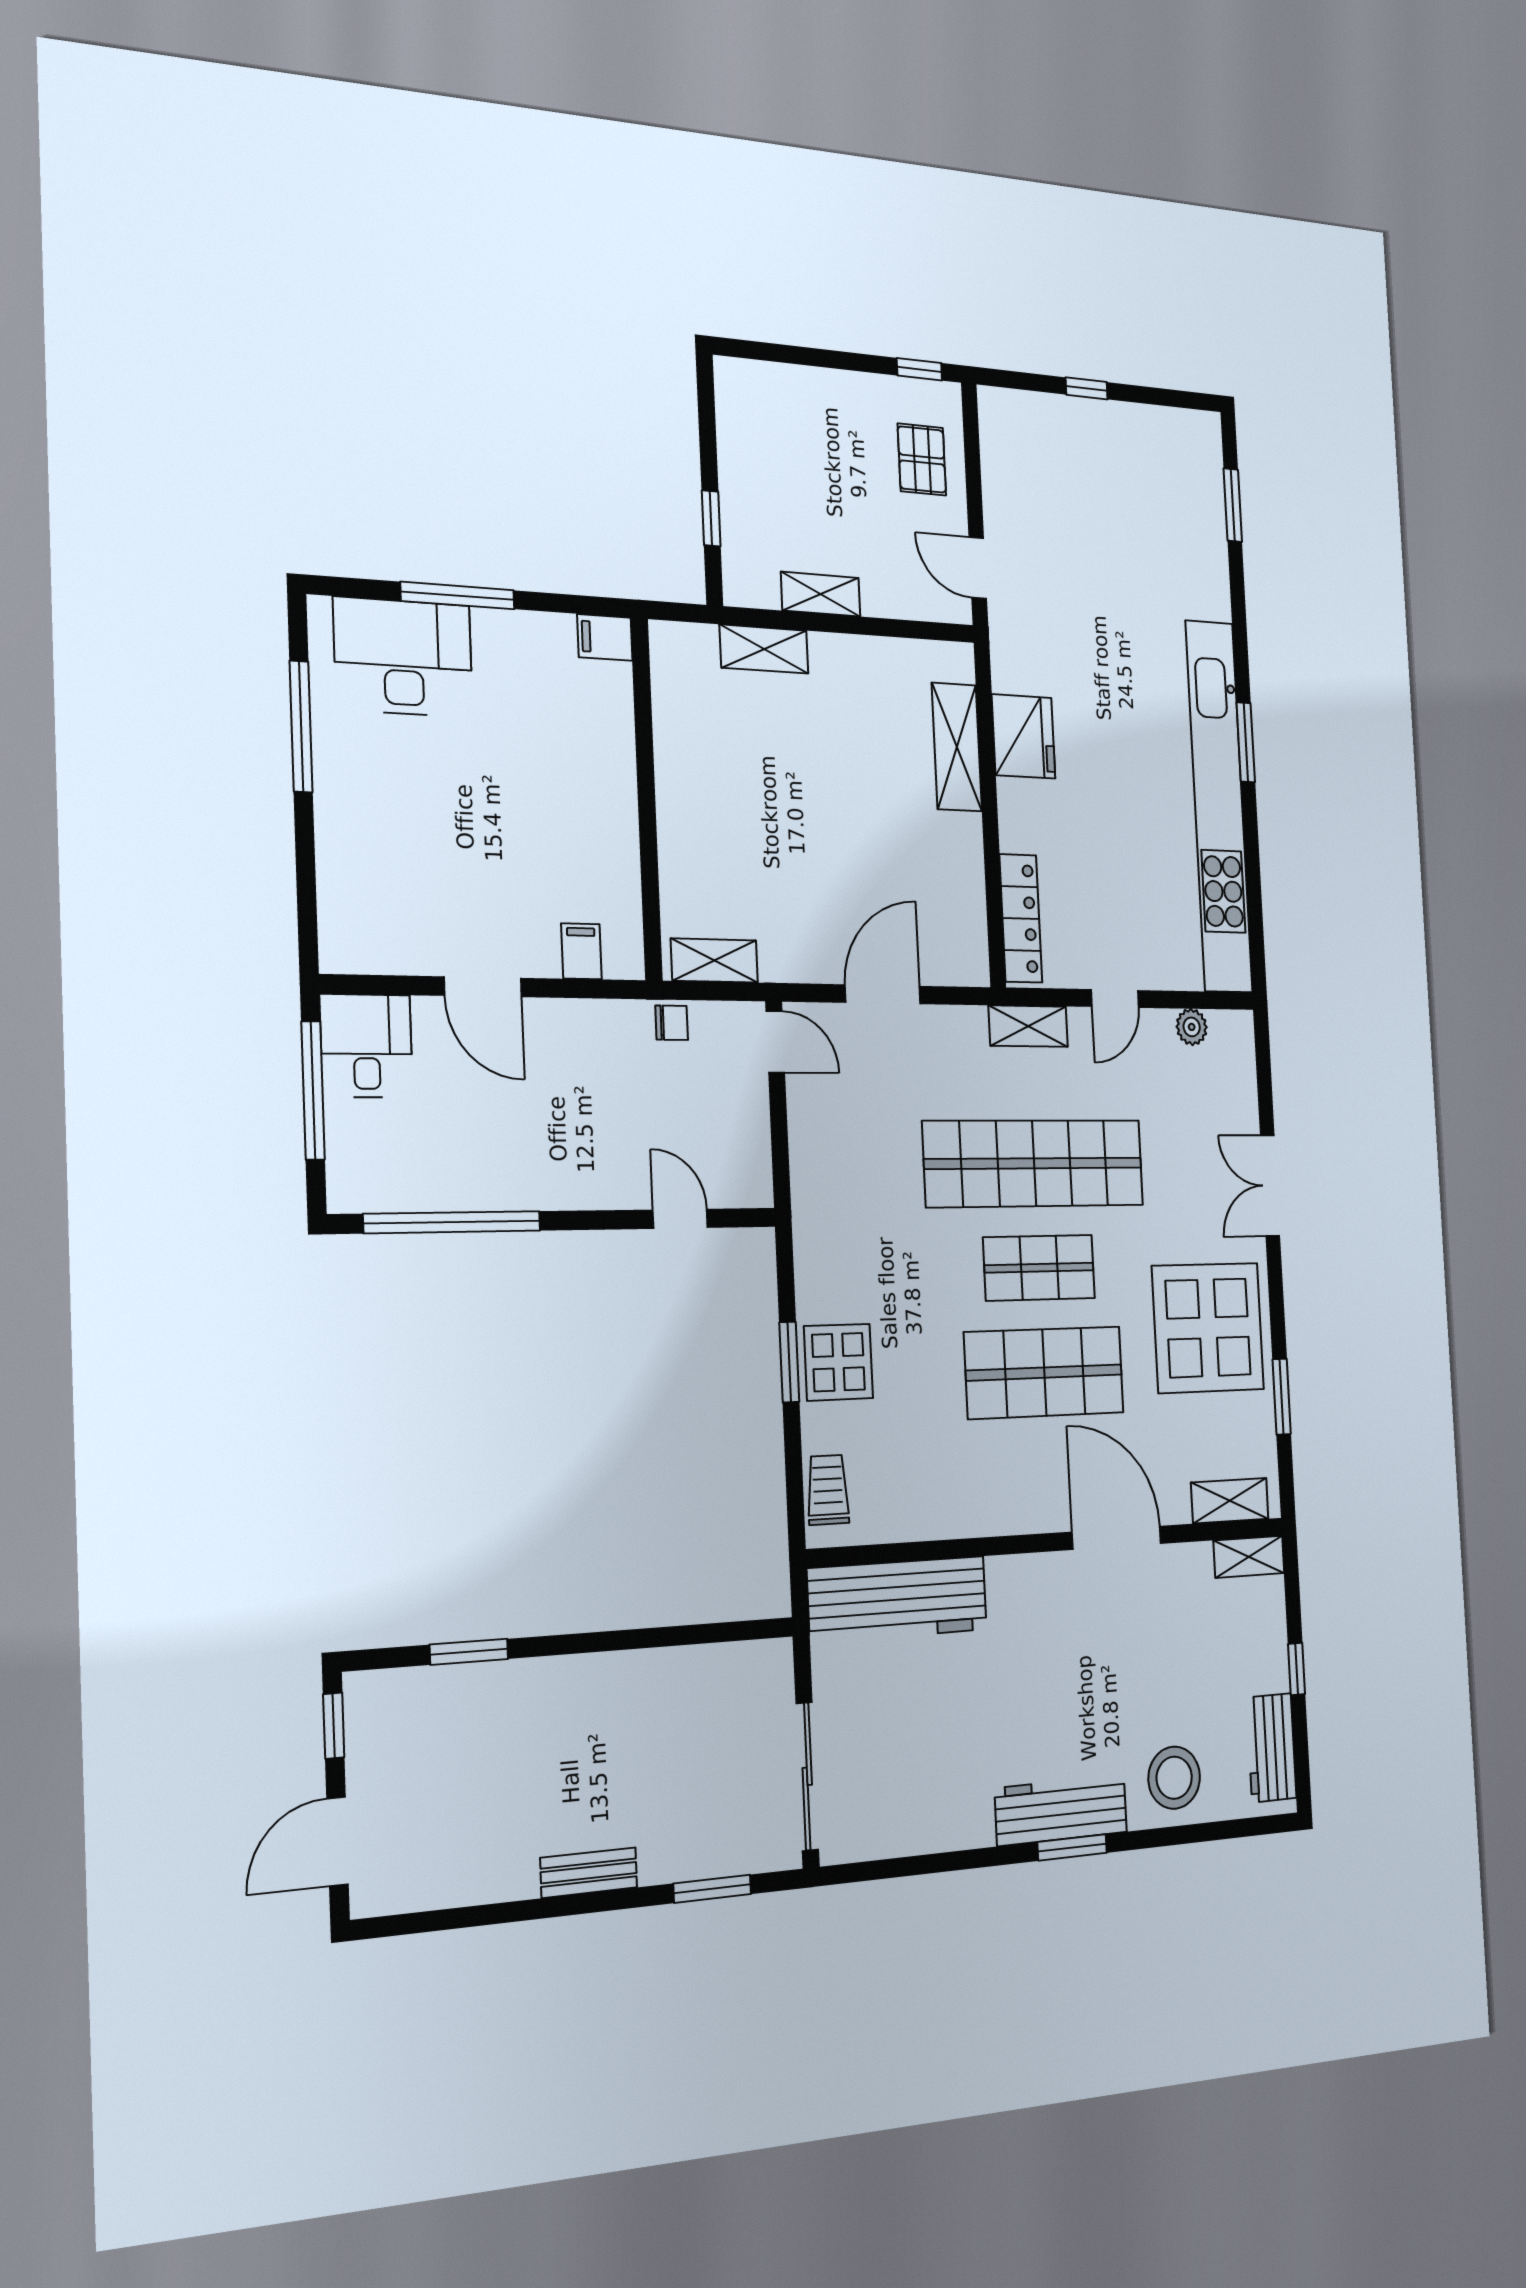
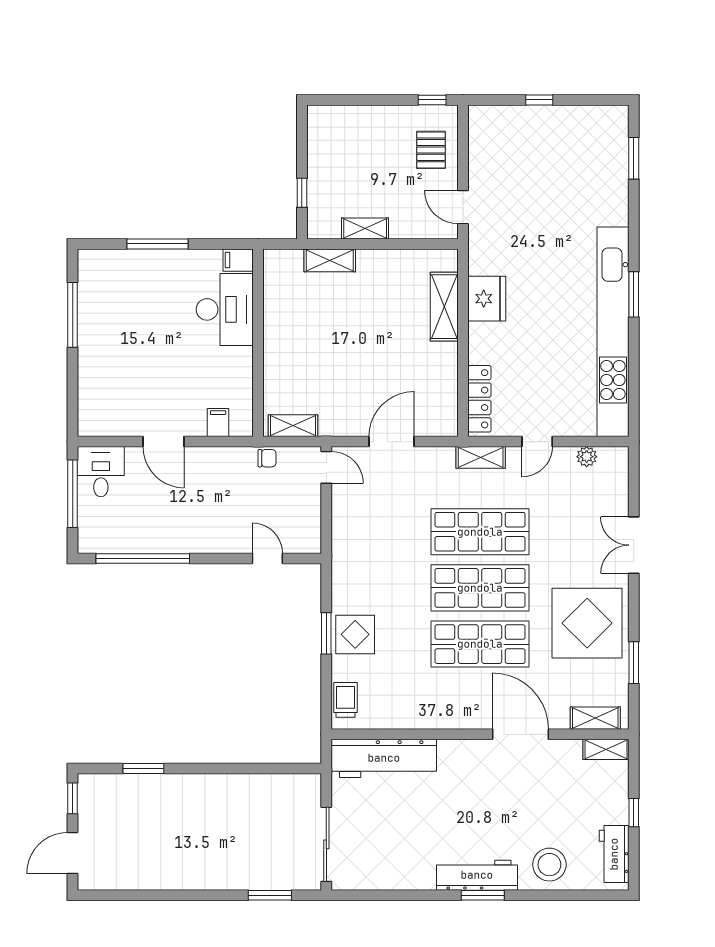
desk: (403, 657) -> (225, 309), moved, turned 90
shop shelf: (1034, 1163) -> (480, 532), width x0.71
shop shelf: (1039, 1268) -> (480, 588), width x1.43, depth x1.36
bench: (589, 1873) -> (203, 881), removed

